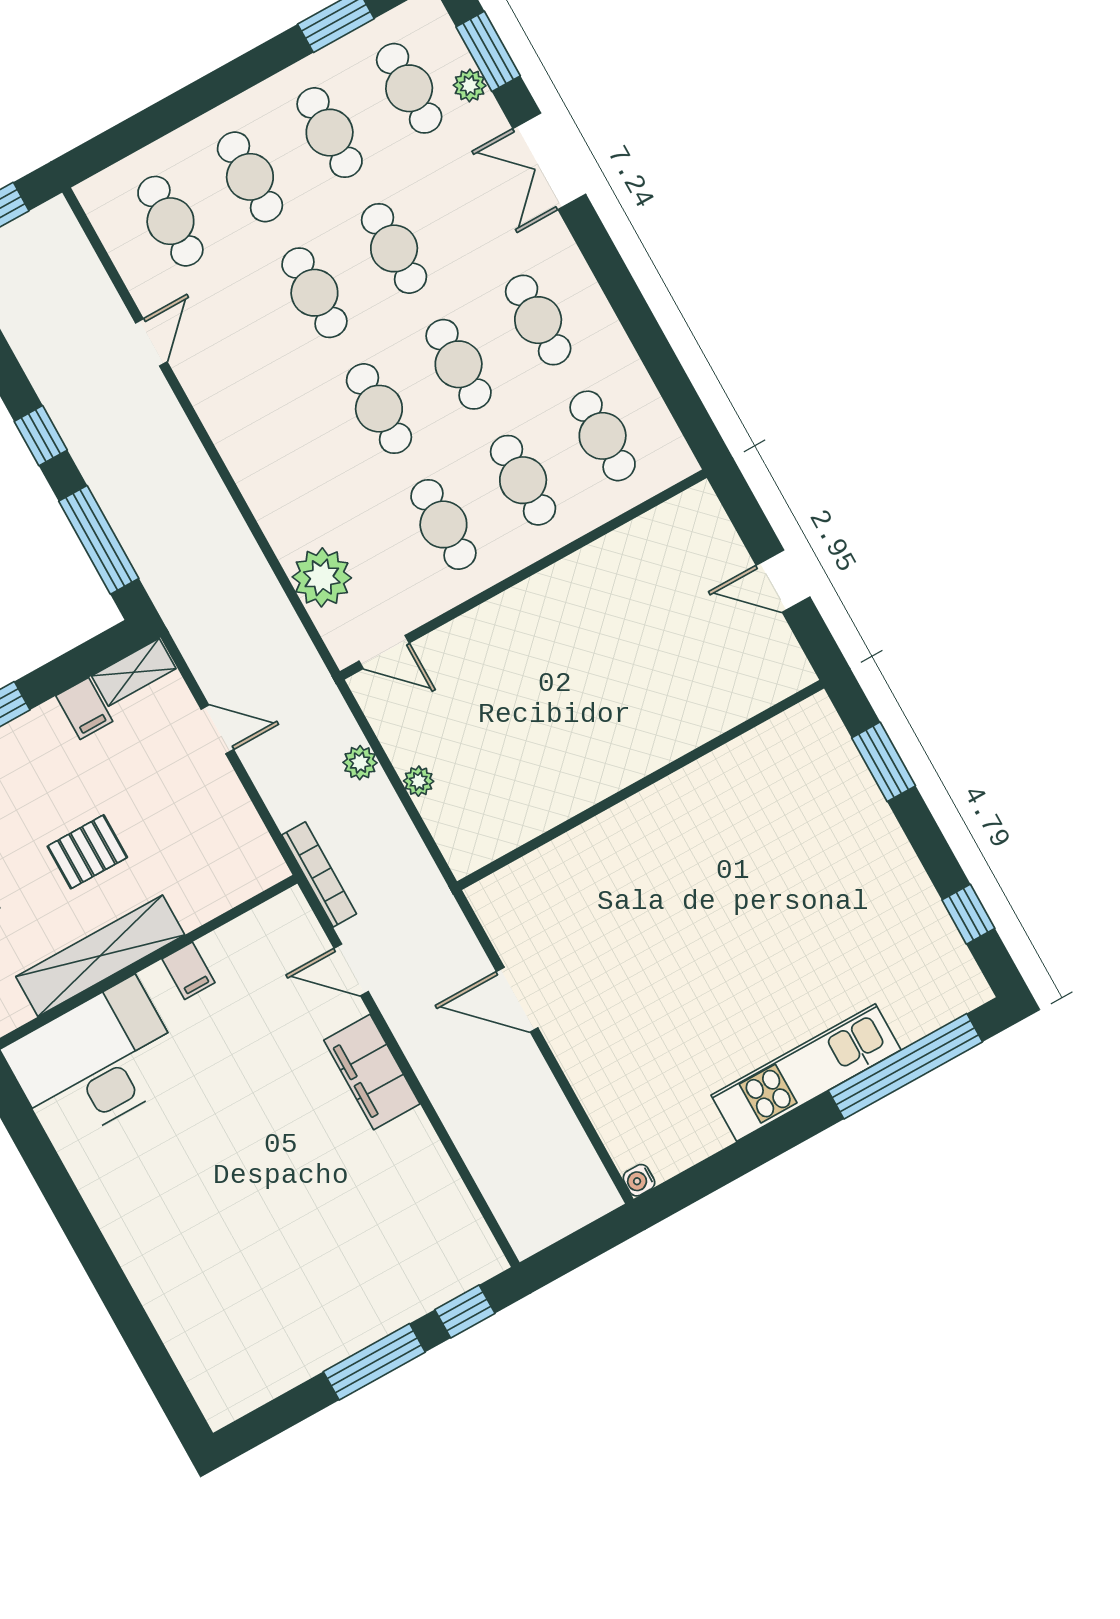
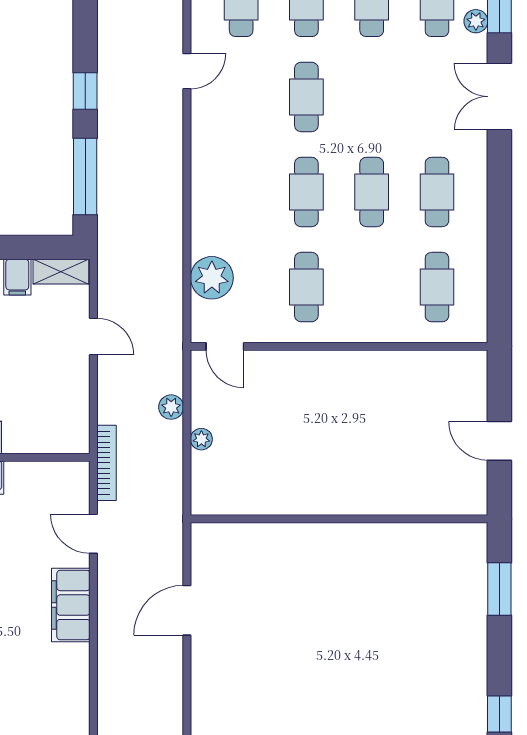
cafe table: (394, 248) -> (372, 97), removed
cafe table: (523, 480) -> (372, 287), removed
door: (517, 1000) -> (187, 610), hinge flipped

